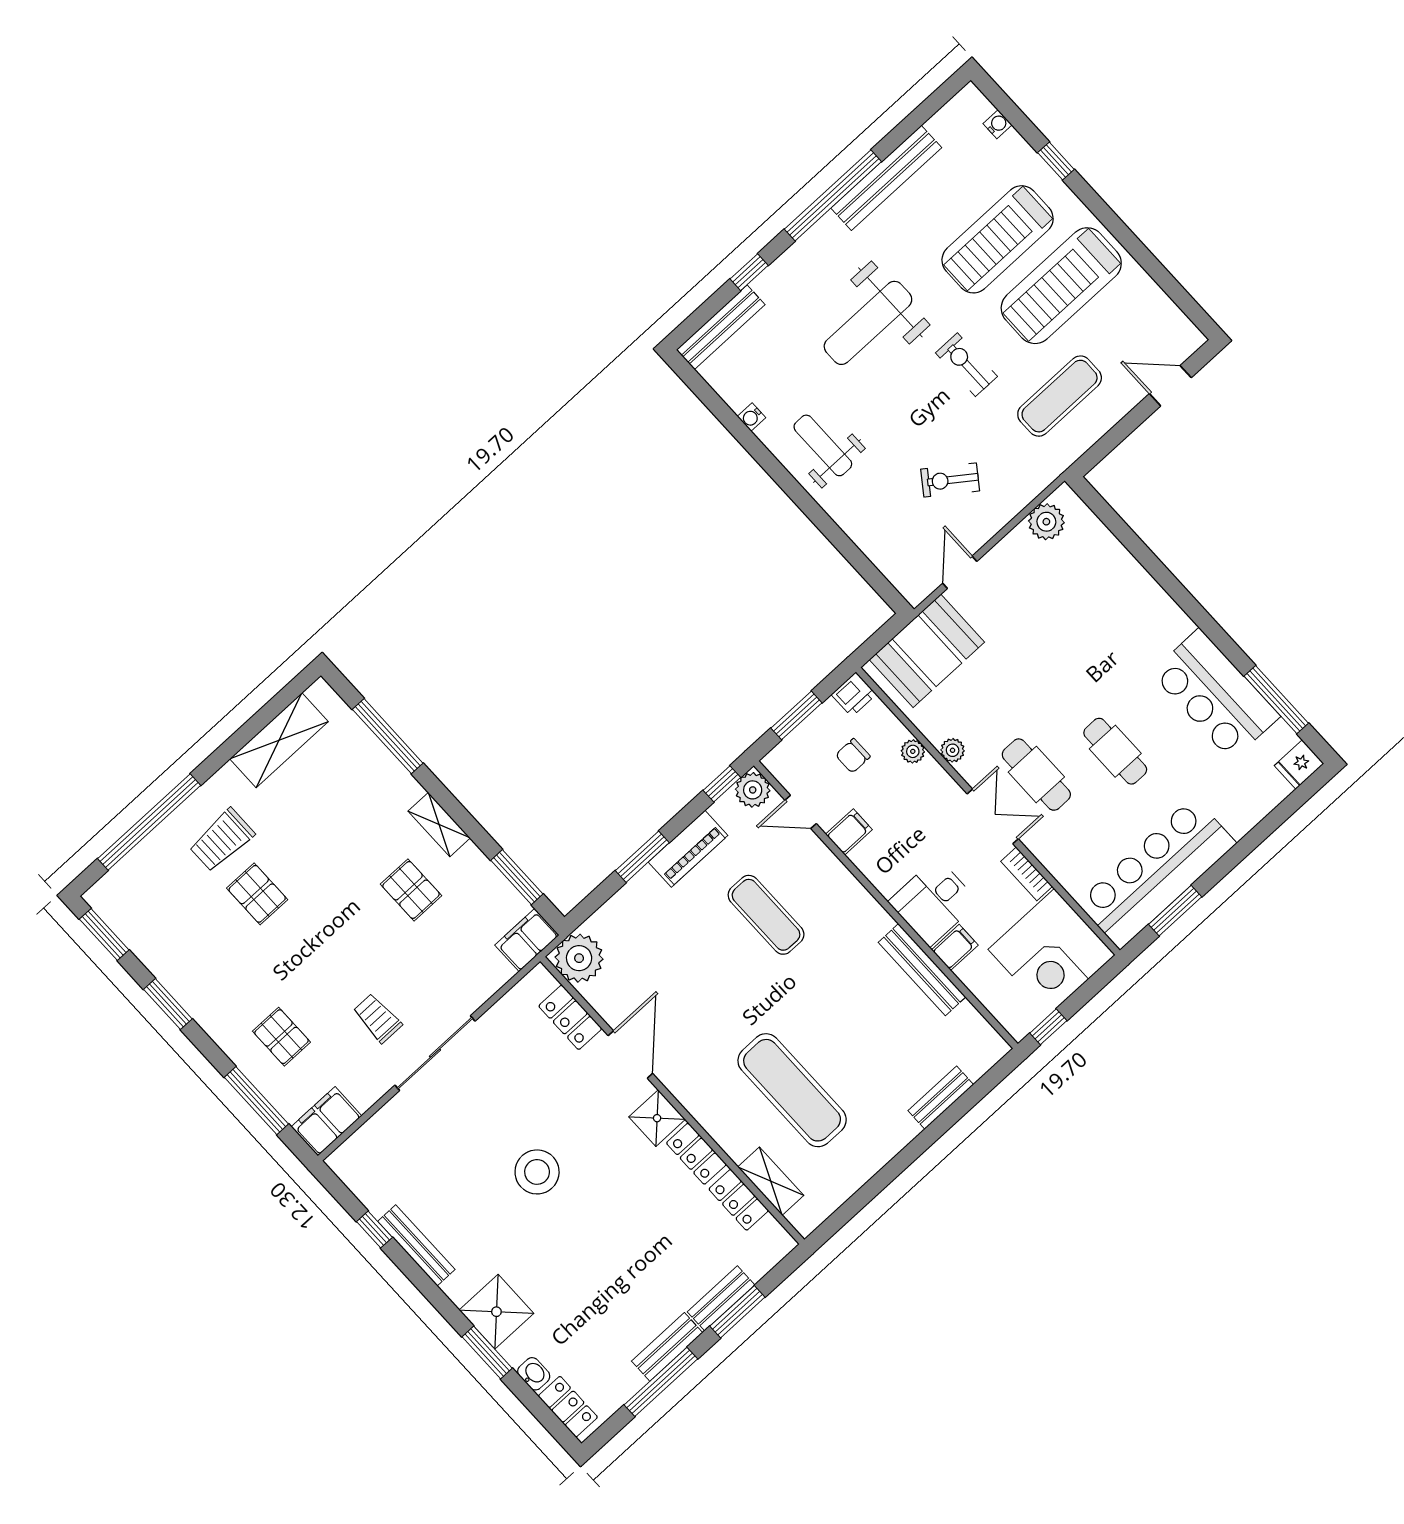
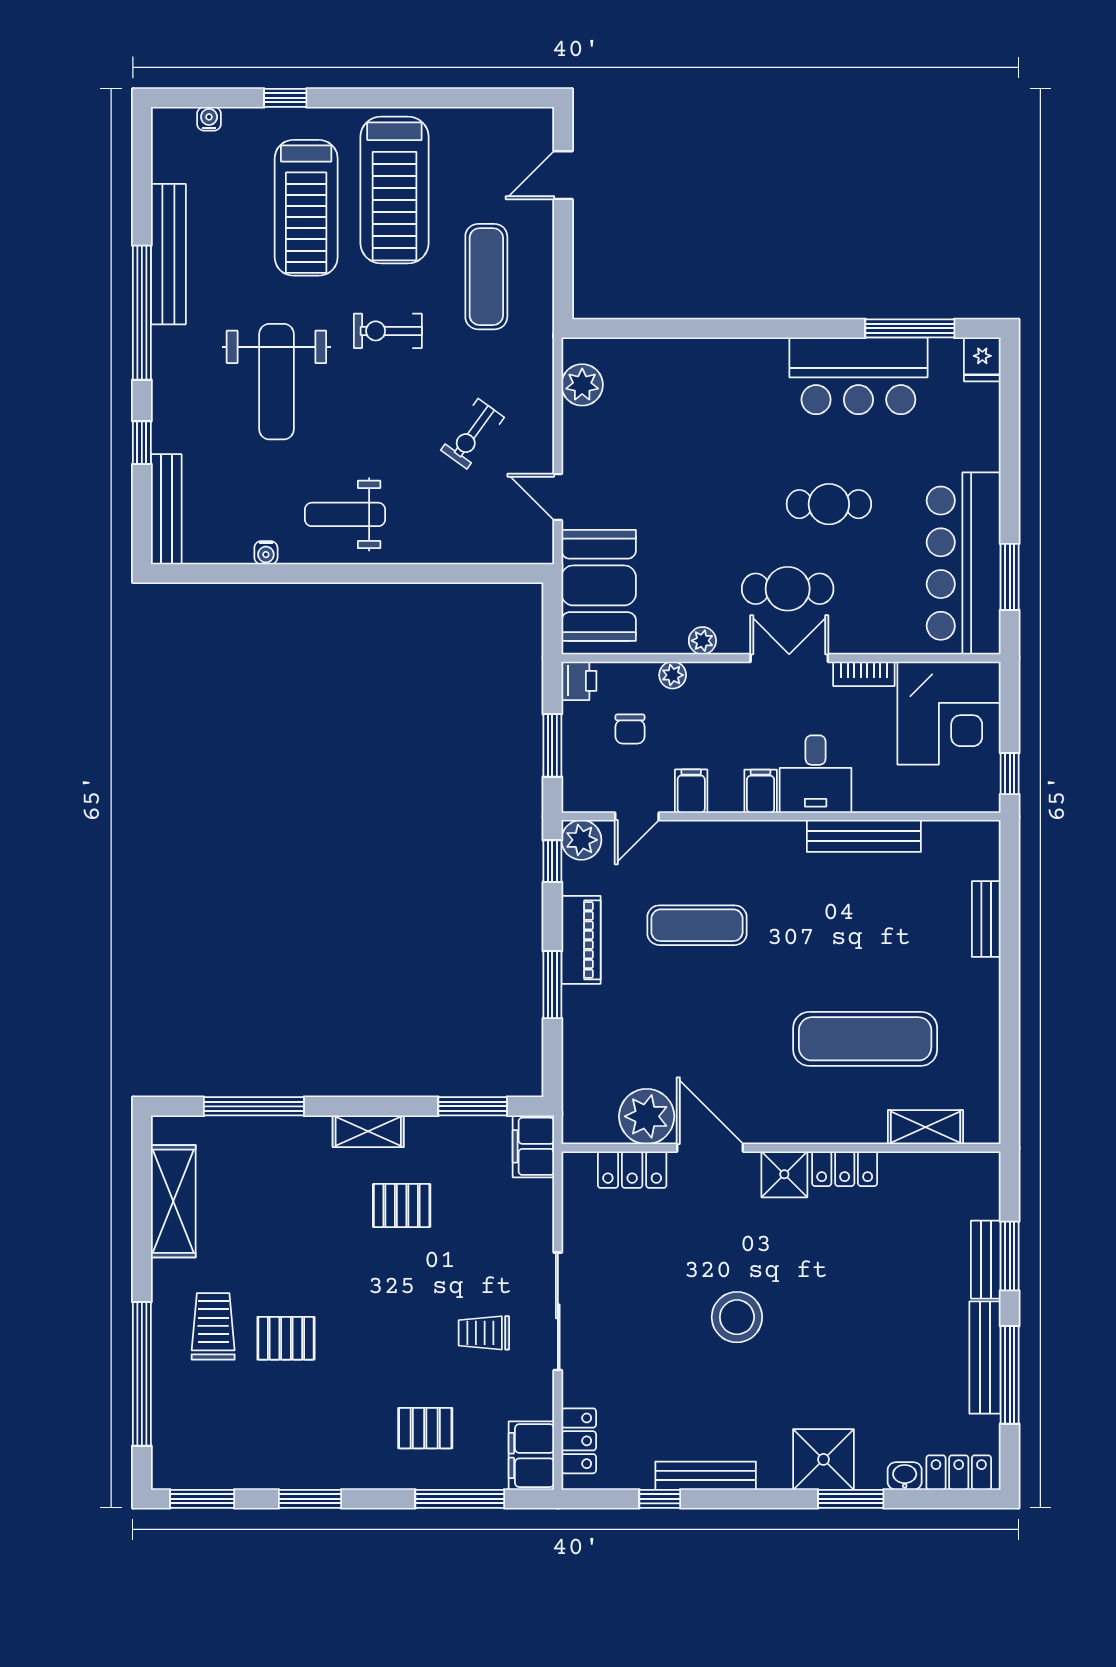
trolley: (222, 840) -> (213, 1326), turned 180
filing cabinet: (955, 947) -> (761, 791), moved
plant: (579, 958) -> (647, 1116), moved
locker: (739, 1200) -> (579, 1441), moved, turned -90
bench: (667, 1347) -> (985, 1358), width x1.36

